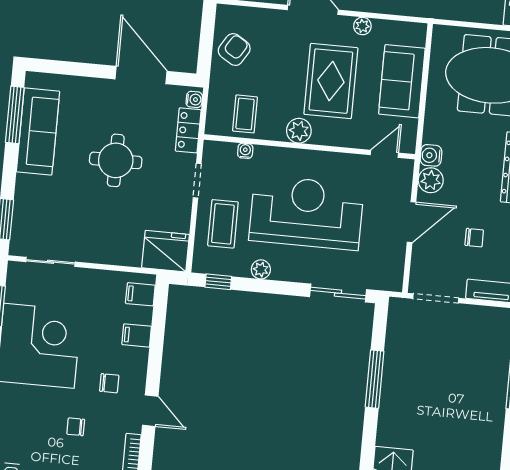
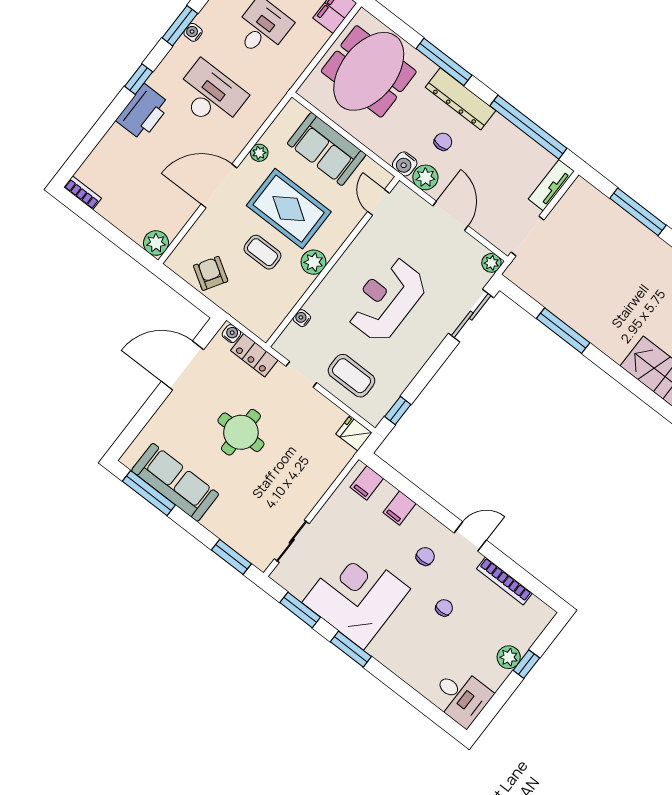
coffee table: (245, 114) -> (262, 252), moved
reception desk: (306, 213) -> (386, 299), width x0.74, depth x0.77
chair: (474, 238) -> (443, 142), moved
fridge: (165, 251) -> (354, 433), width x0.53, depth x0.75
plant: (261, 269) -> (491, 263), moved
chair: (76, 427) -> (444, 608), turned 180

